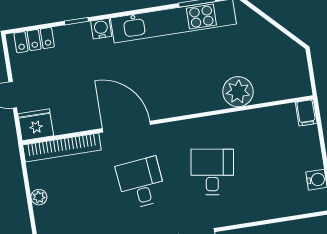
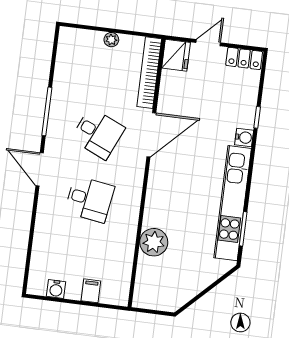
locker: (34, 40) -> (244, 58), moved, turned -90
filing cabinet: (306, 113) -> (91, 291), moved, turned 90
desk: (141, 183) -> (98, 133), turned 30

